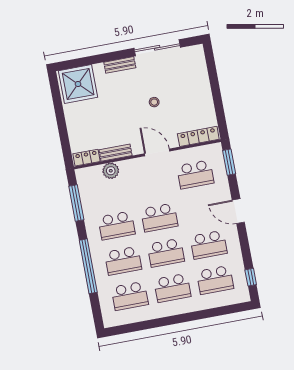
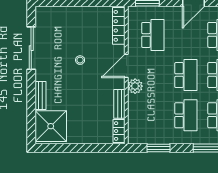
bench: (120, 65) -> (40, 96), moved
plant: (111, 171) -> (135, 86), moved
window: (76, 203) -> (159, 148), width x0.69

